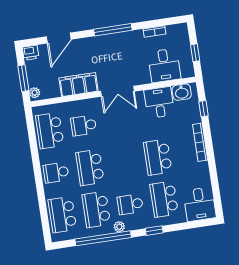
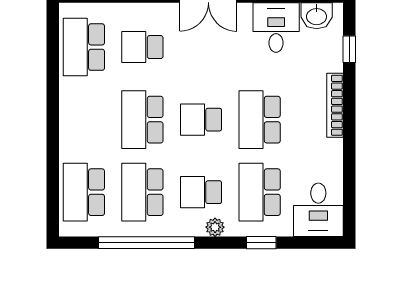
school desk: (56, 173) -> (201, 120), moved
plant: (119, 227) -> (215, 227), moved
window: (154, 231) -> (261, 243), moved

